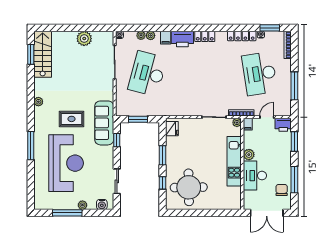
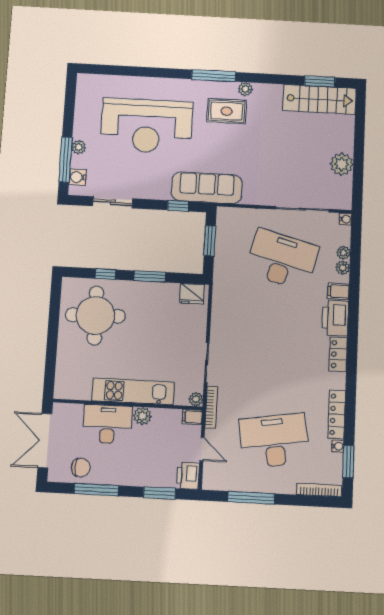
rug: (72, 119) -> (227, 111), moved, turned 90
window: (31, 146) -> (214, 76), moved
window: (67, 213) -> (66, 160), moved

